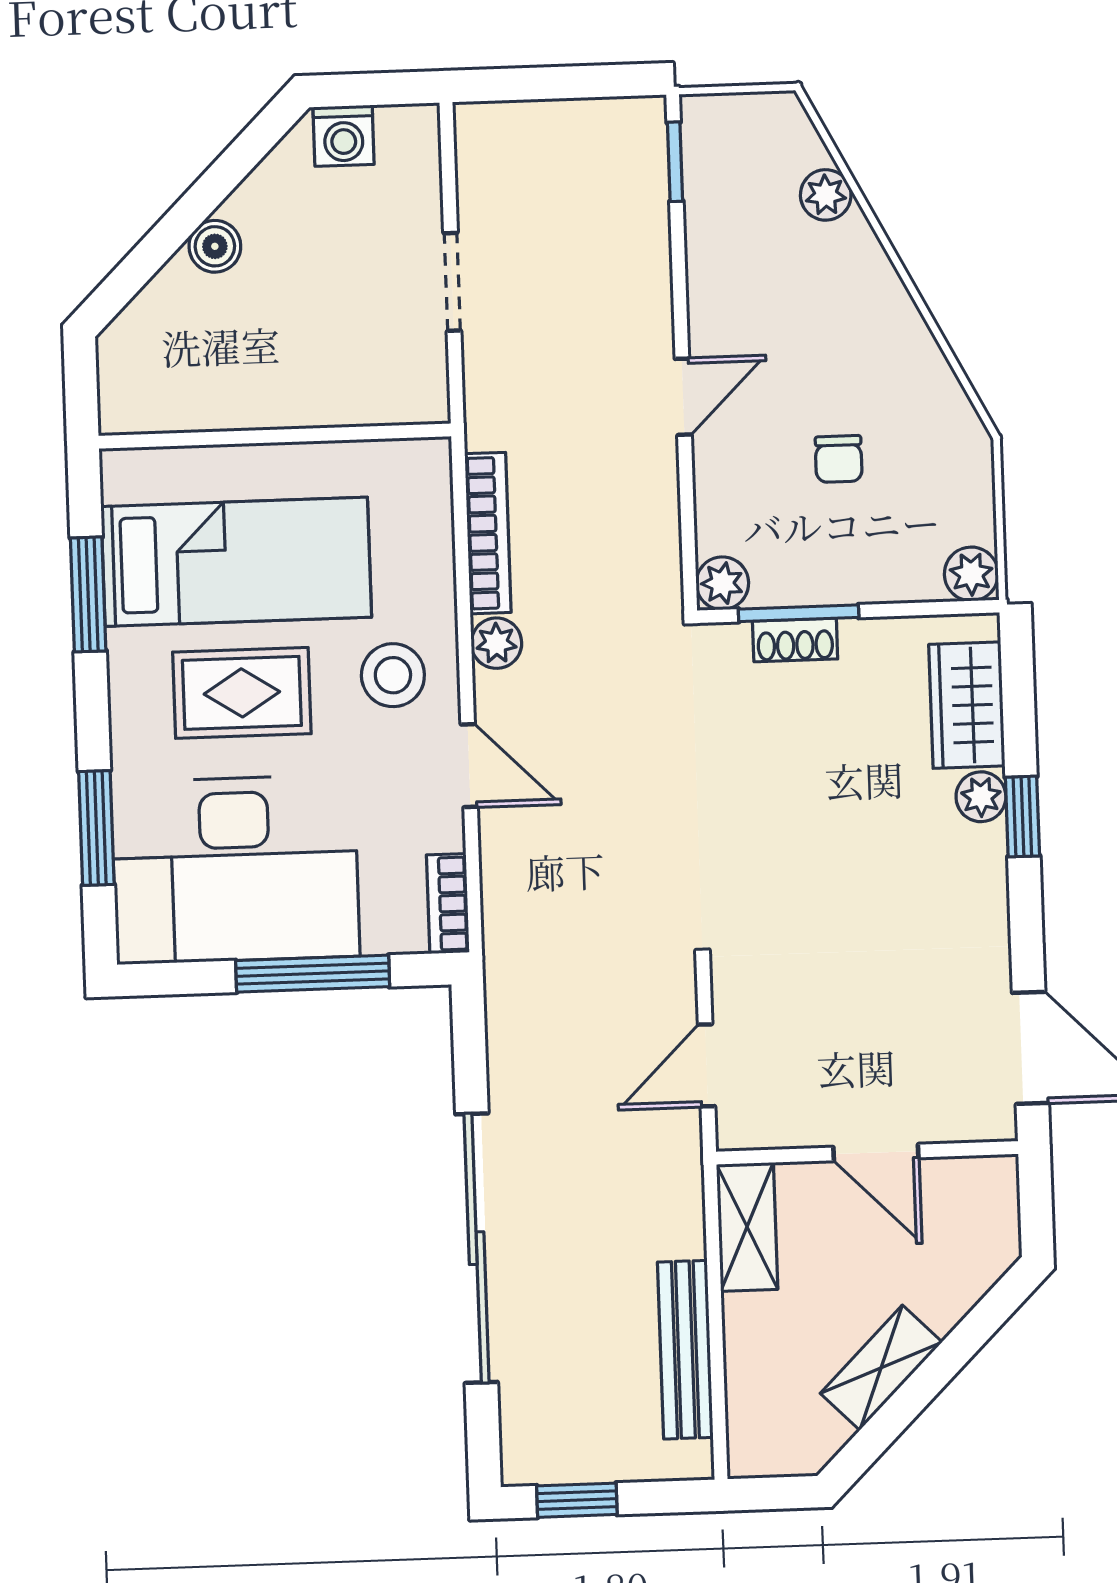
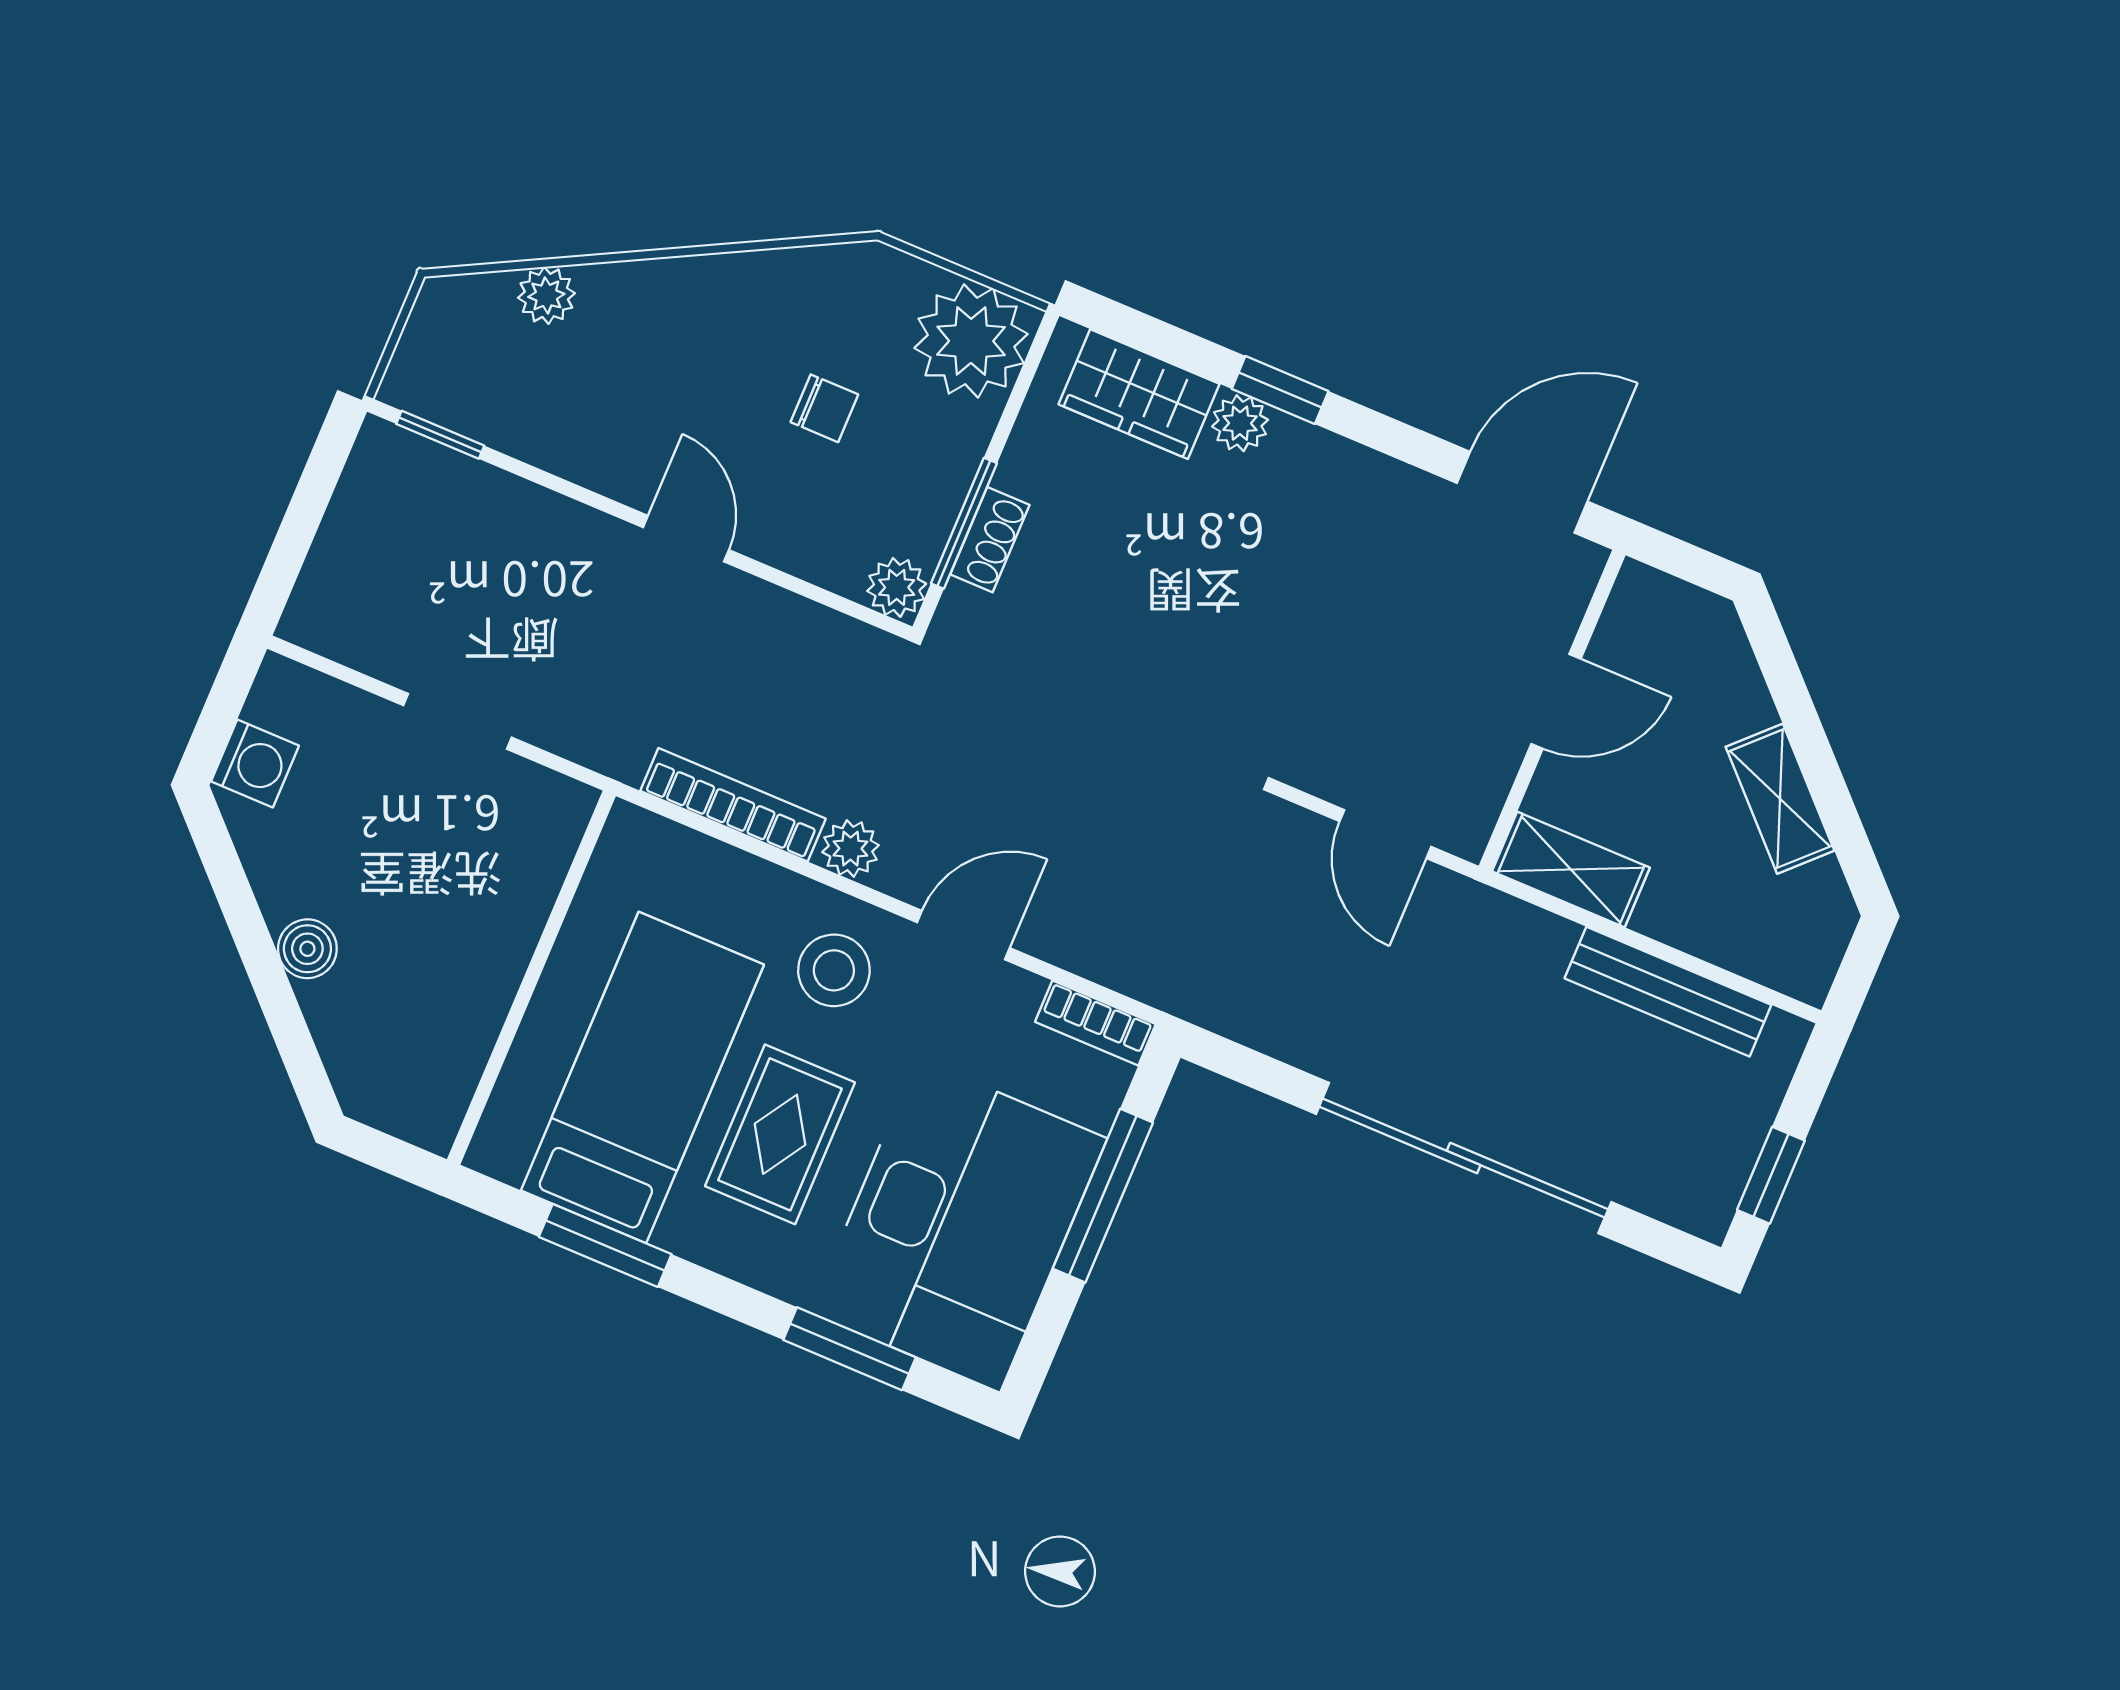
plant: (971, 574) -> (971, 341), width x1.87, depth x1.87

